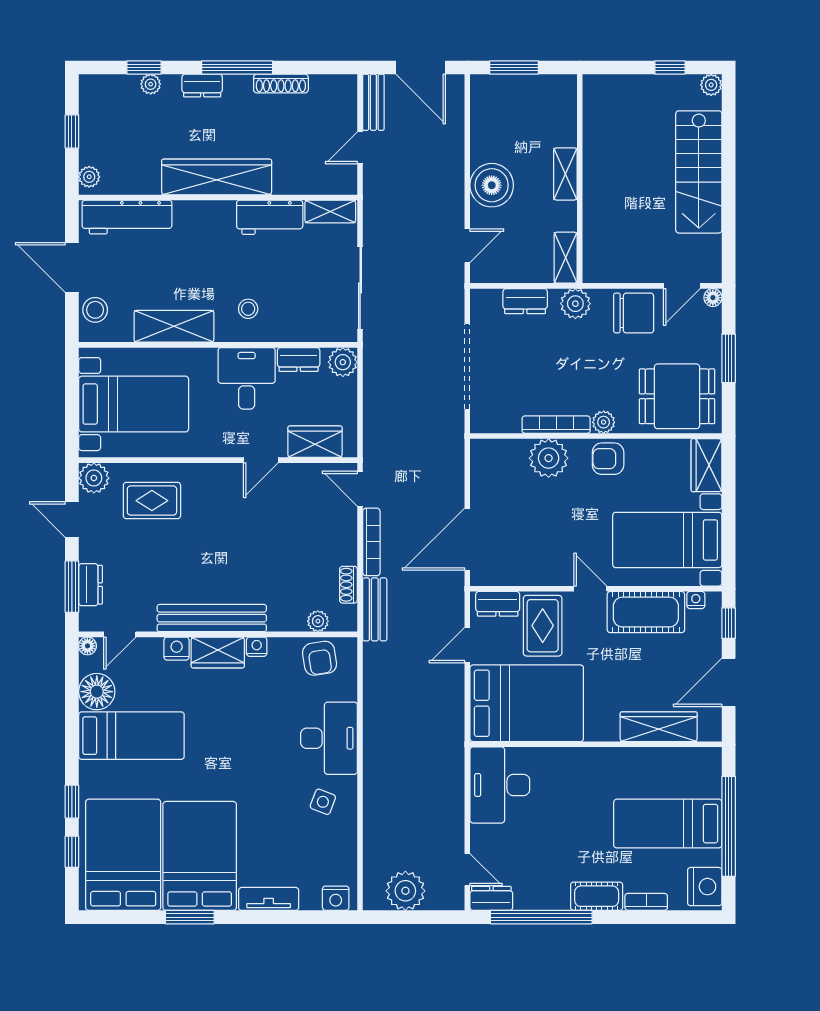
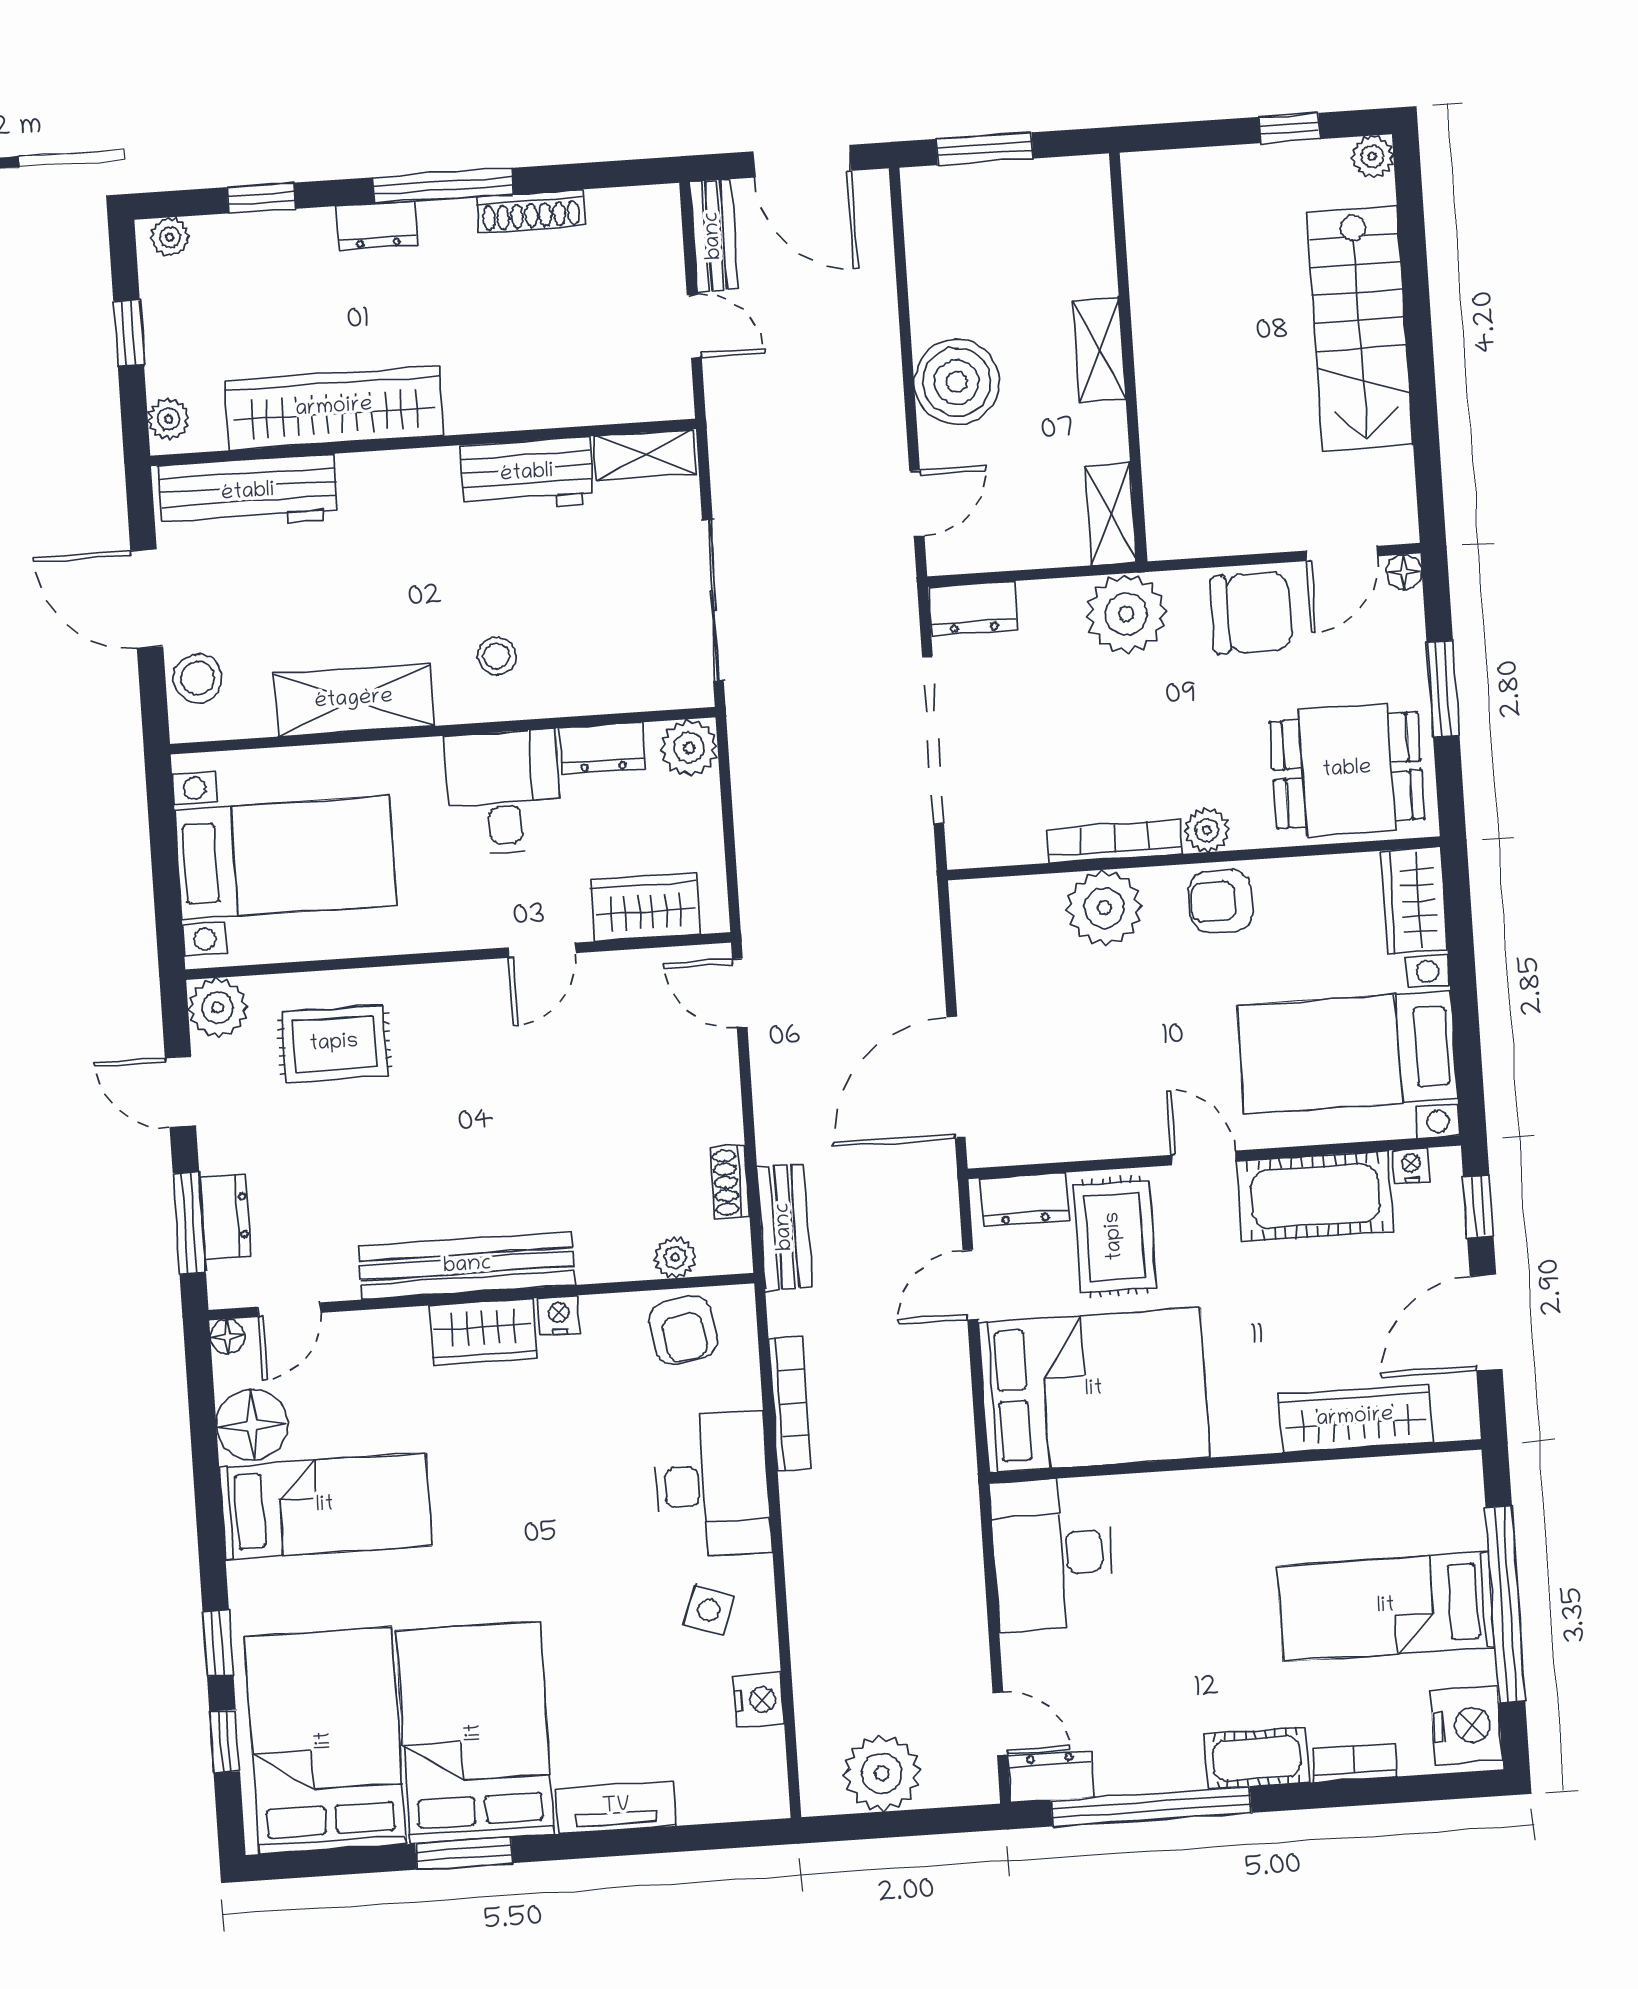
plant: (151, 84) -> (170, 237), moved
door: (360, 148) -> (694, 326), swing flipped
wardrobe: (217, 177) -> (334, 408), moved
dresser: (525, 301) -> (973, 608), moved
plant: (575, 304) -> (1126, 614), width x1.36, depth x1.36
bookcase: (371, 542) -> (790, 1403), moved
nightstand: (177, 649) -> (402, 1330), removed
nightstand: (336, 898) -> (759, 1700), moved, turned -90

